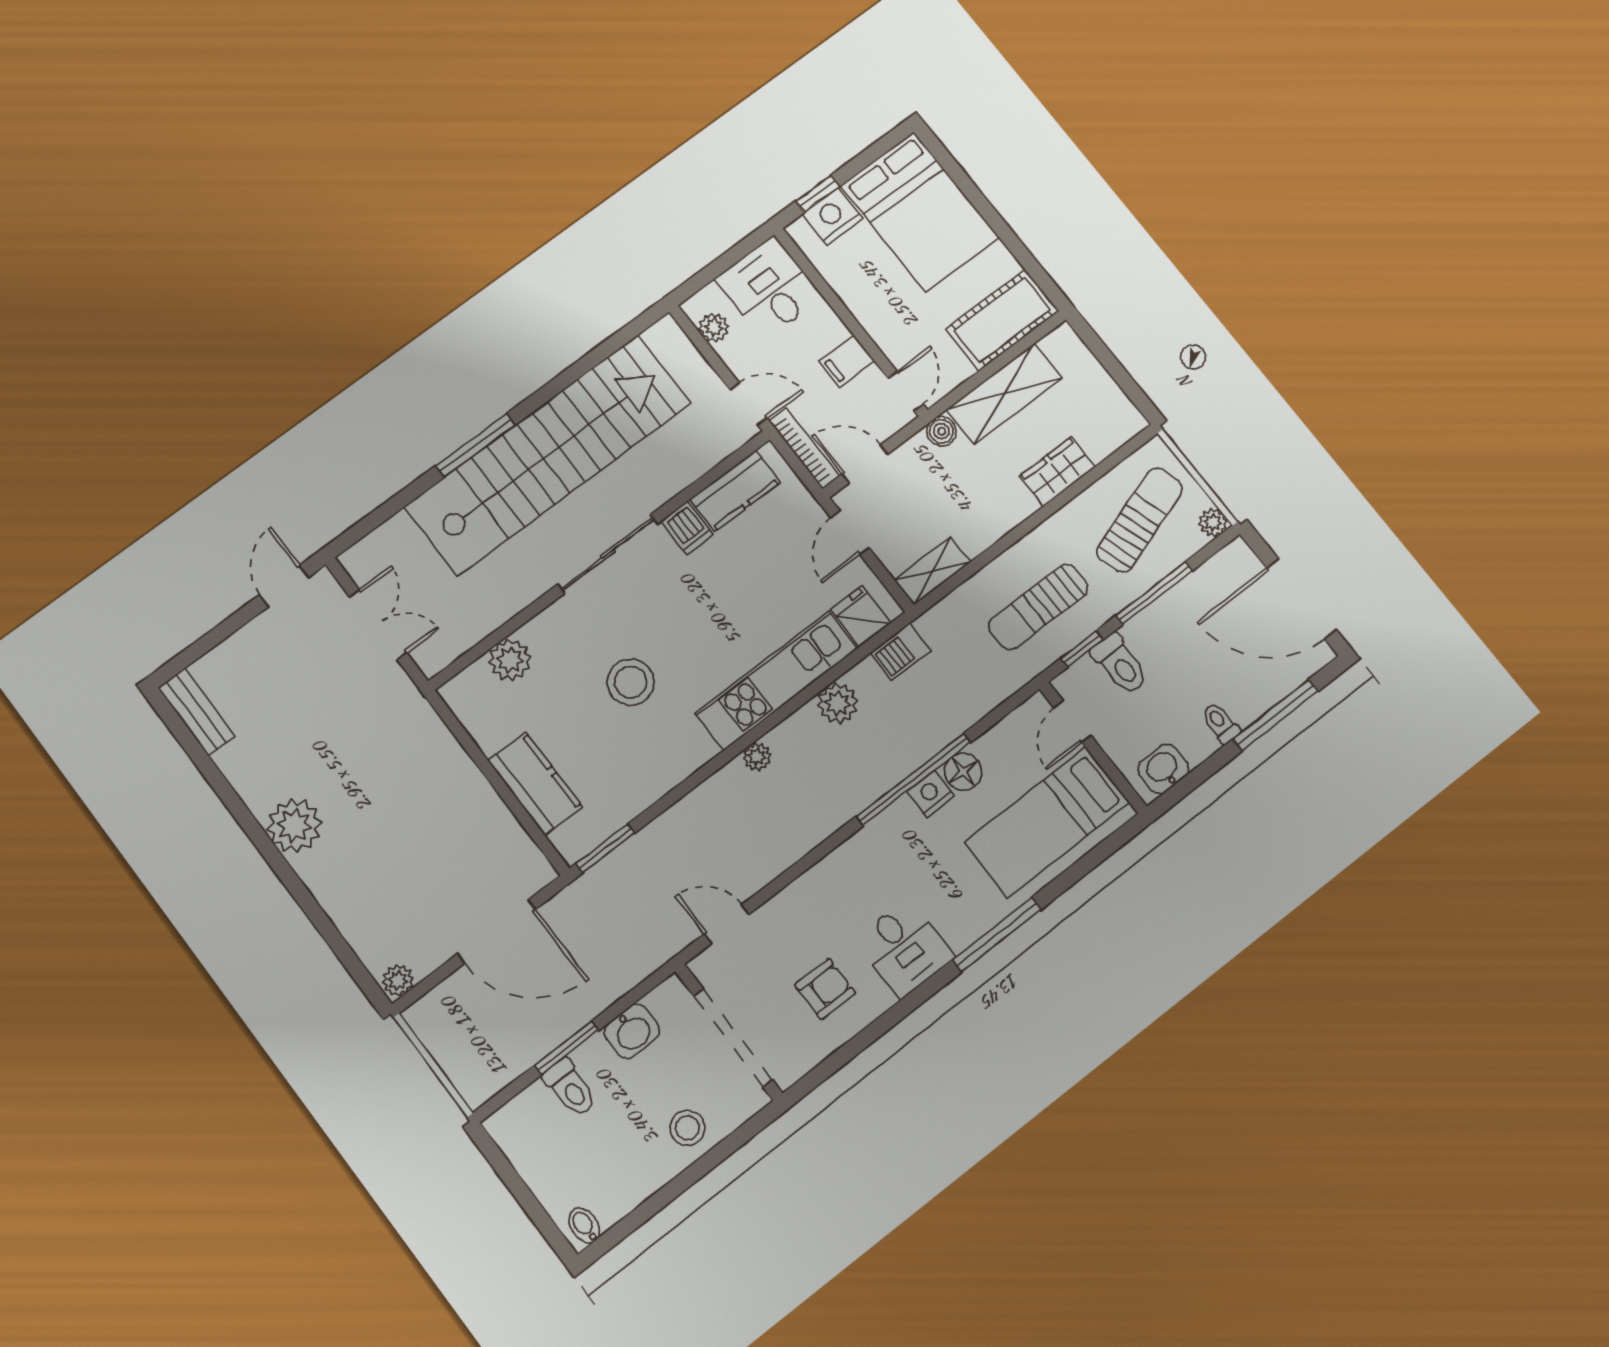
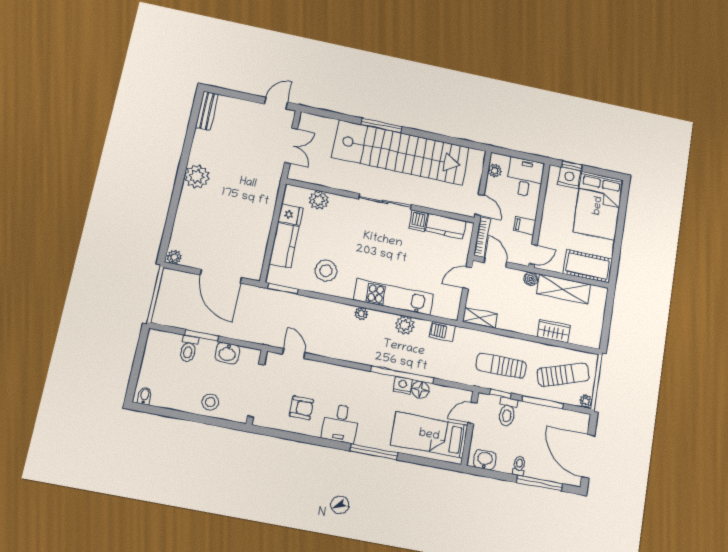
fridge: (861, 617) -> (291, 215), moved, turned 90
stool: (631, 682) -> (326, 271), moved

